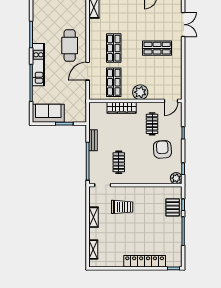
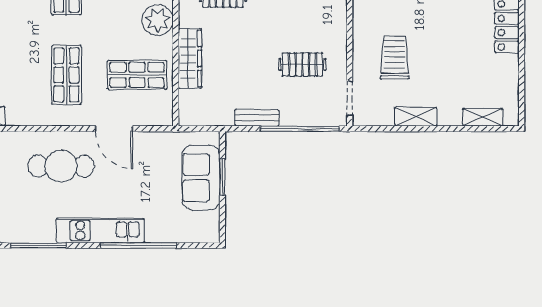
shop shelf: (114, 48) -> (66, 75), turned 90
sofa: (48, 113) -> (201, 178), moved

